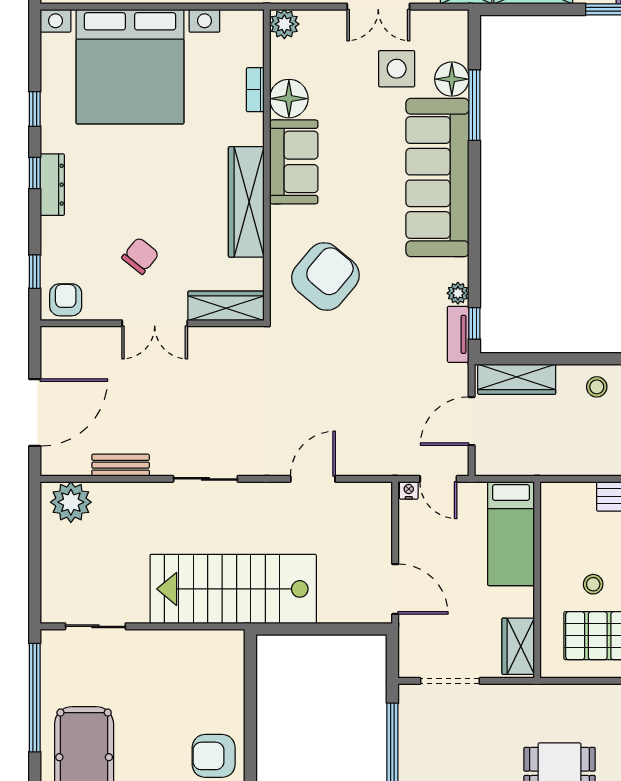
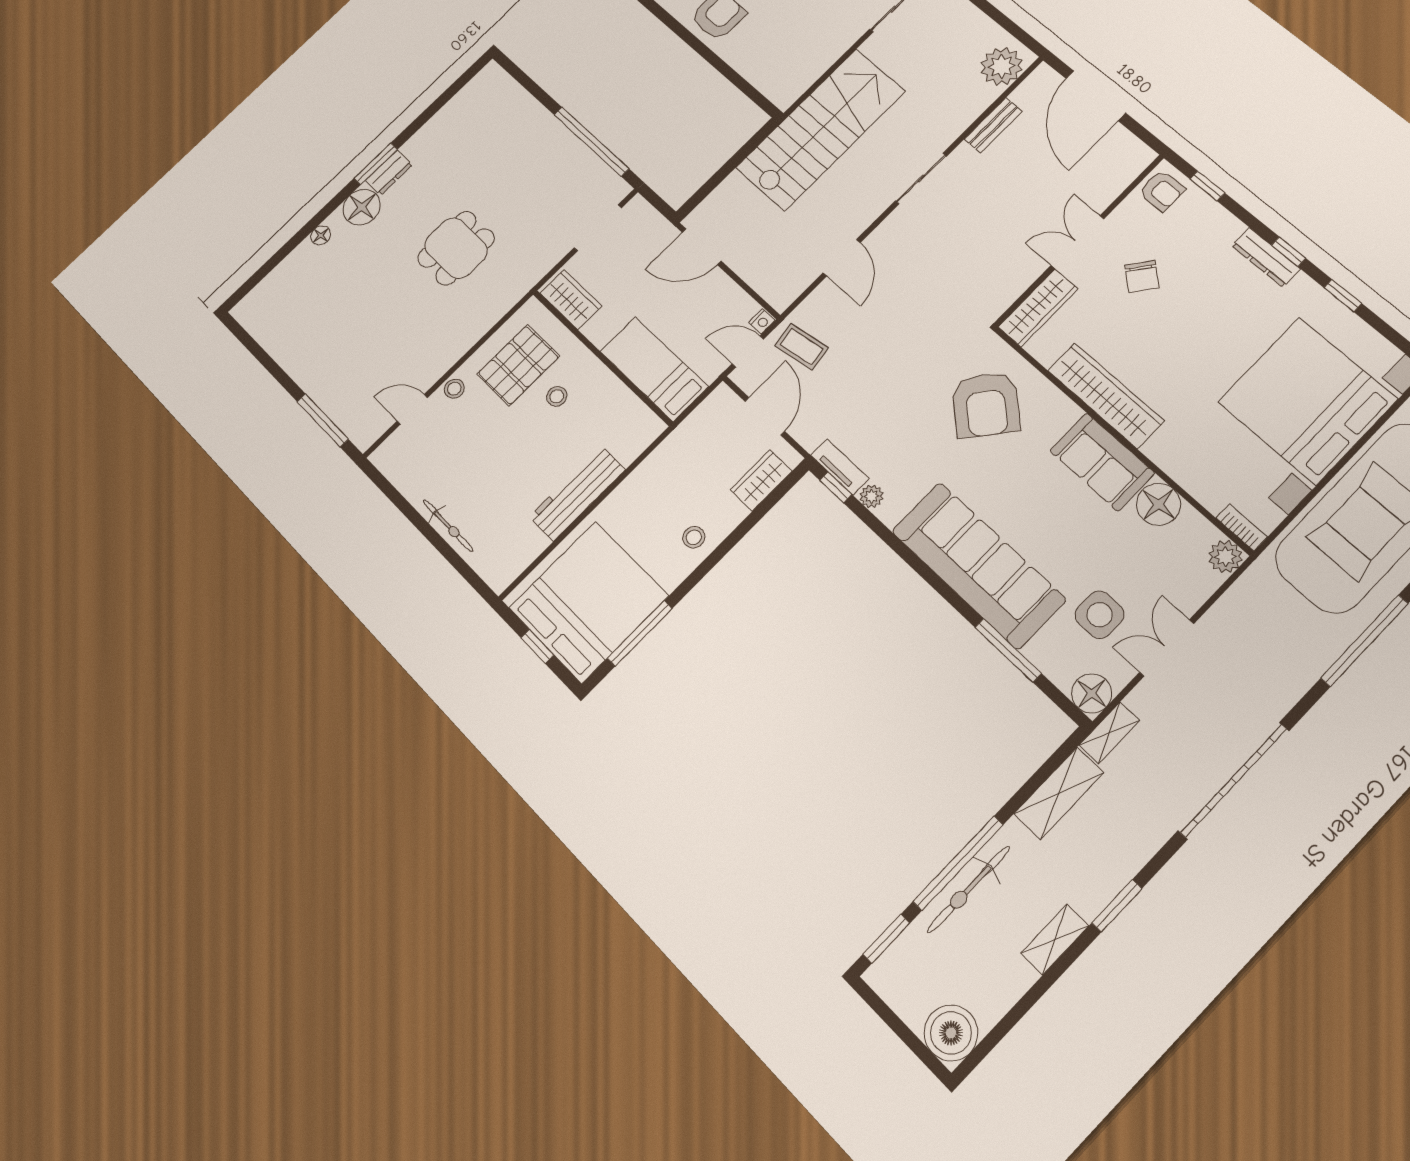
floor lamp: (452, 79) -> (1092, 693), moved
bookcase: (255, 90) -> (1242, 527), moved
wardrobe: (517, 379) -> (761, 480), width x0.67
coffee table: (401, 444) -> (801, 347), added

